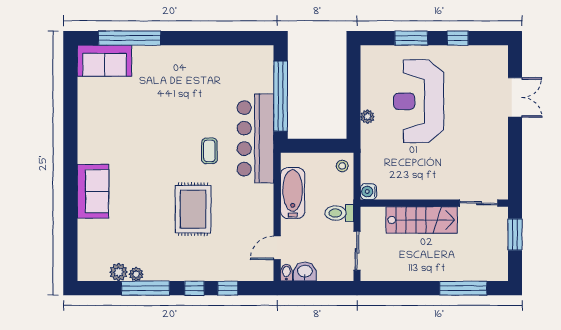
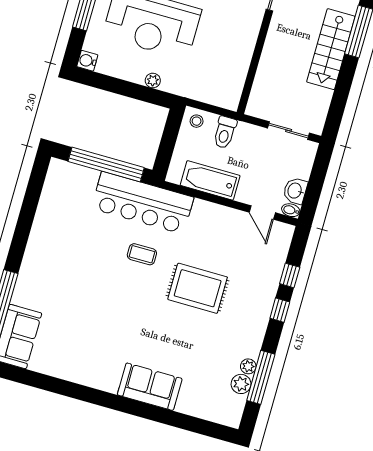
water cooler: (368, 192) -> (87, 61), moved, turned 90
toilet: (339, 213) -> (225, 132), moved
stairs: (422, 220) -> (331, 49), moved, turned 180
window: (146, 288) -> (261, 377), moved

